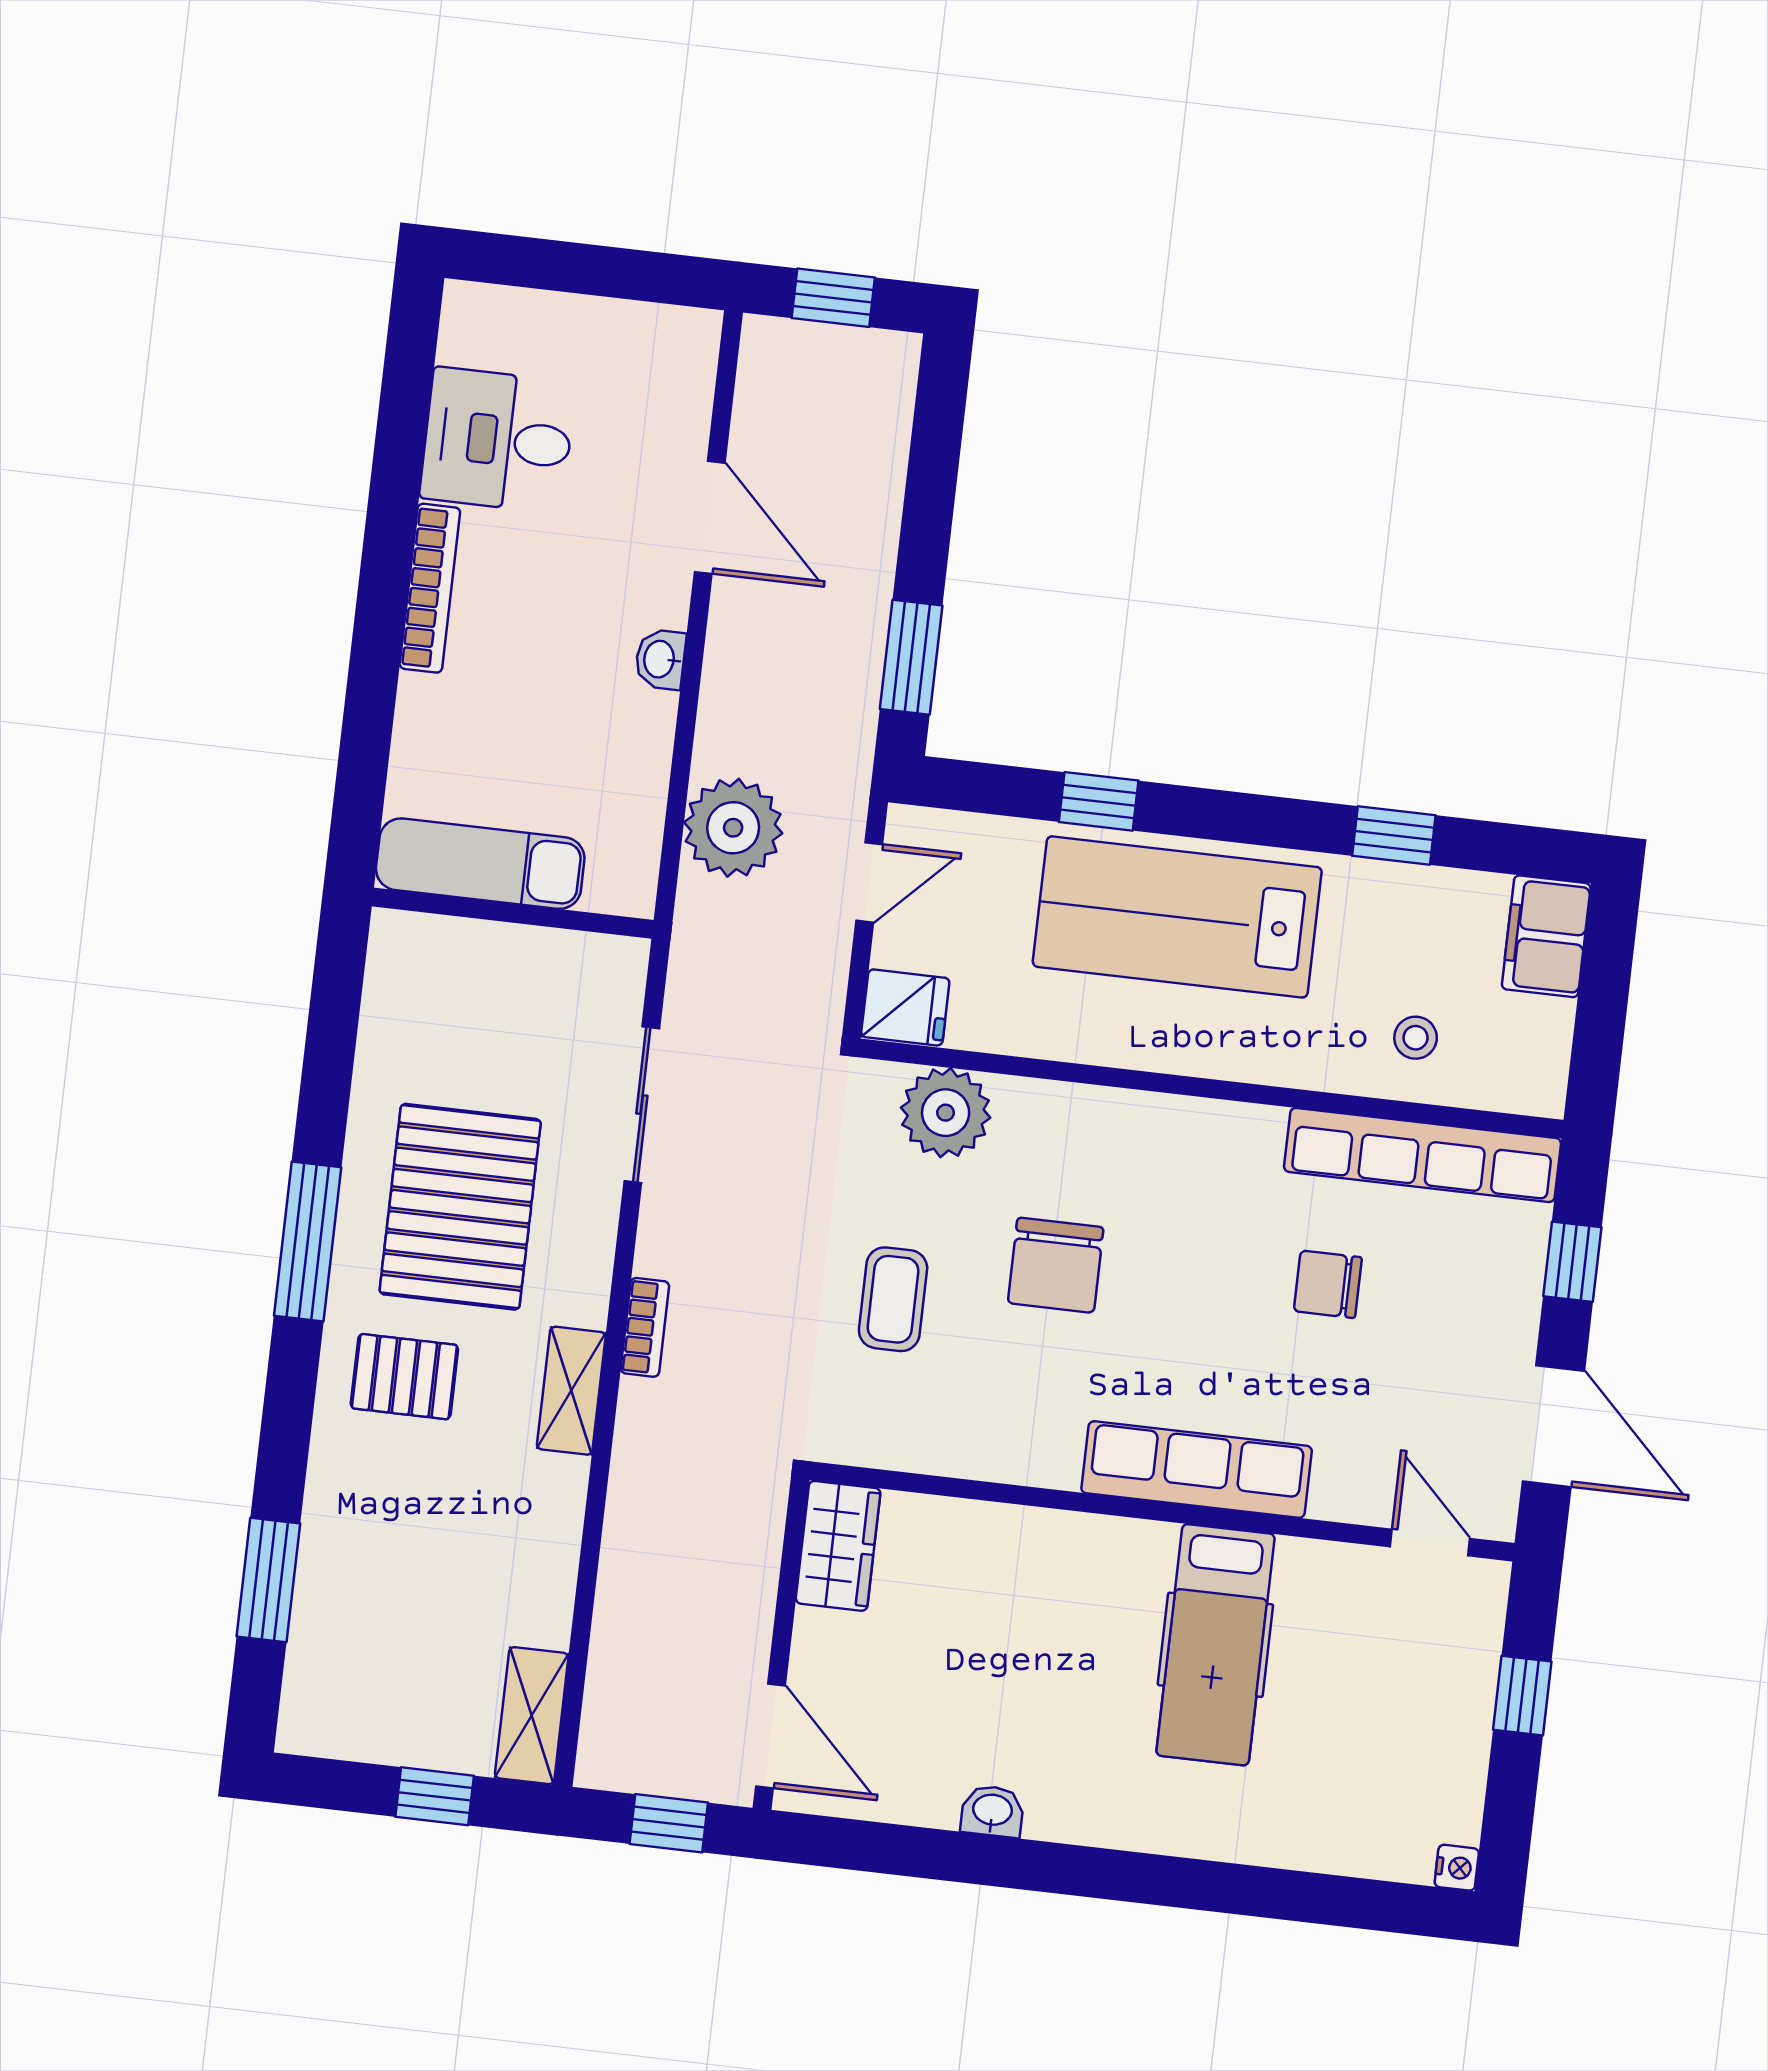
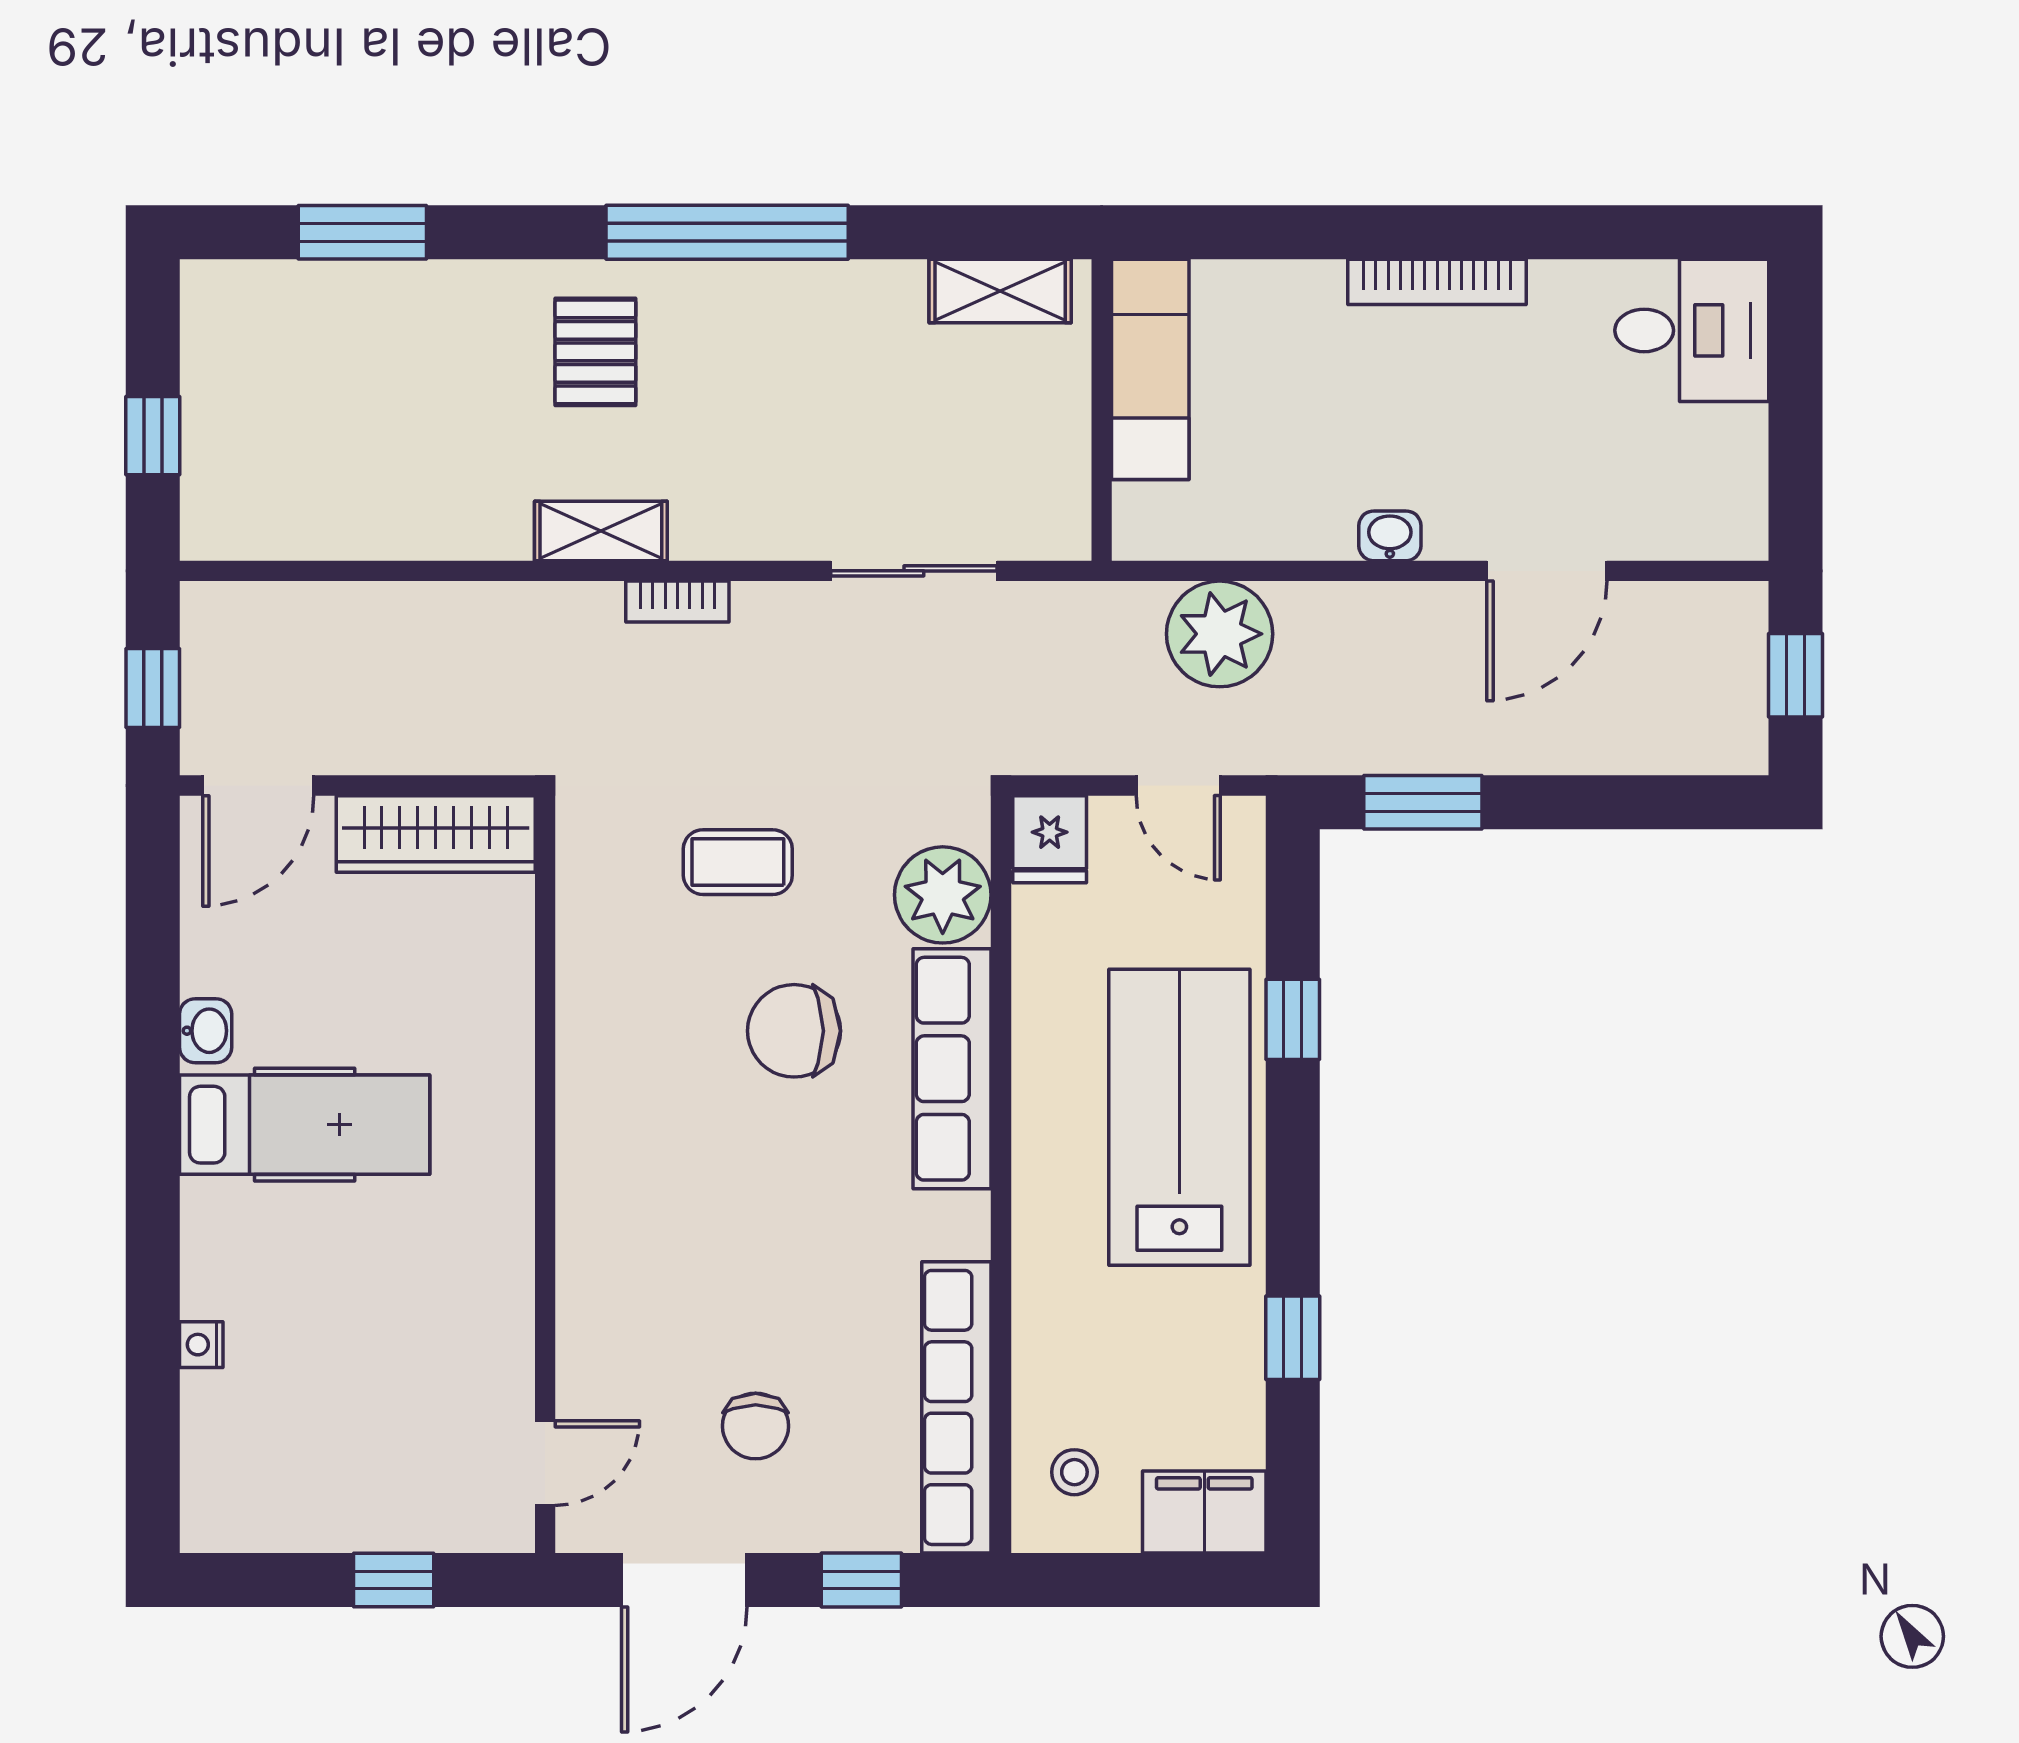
desk: (498, 440) -> (1692, 330), moved, turned 90
stool: (1416, 1038) -> (1074, 1472), moved
pallet: (460, 1207) -> (783, 390), removed
window: (308, 1241) -> (727, 232), width x1.46
chair: (1328, 1284) -> (756, 1426), moved, turned 180
row of seats: (1197, 1470) -> (952, 1069), moved, turned 180
wardrobe: (838, 1546) -> (436, 834), width x1.50
hospital bed: (1215, 1645) -> (305, 1125), moved, turned 180
shelving: (532, 1716) -> (1000, 291), moved
nightstand: (1457, 1868) -> (201, 1345), moved, turned 90

